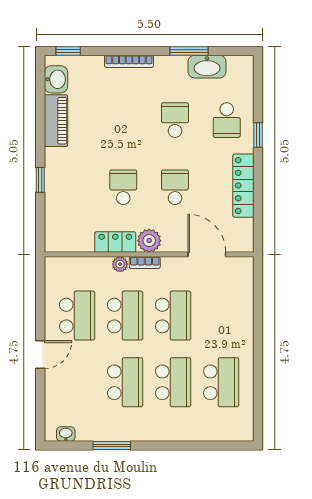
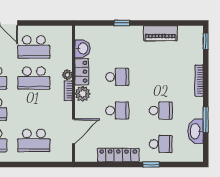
washbasin: (56, 79) -> (82, 48), moved, turned -90
school desk: (227, 120) -> (161, 144), turned 180
school desk: (173, 316) -> (34, 140), moved

